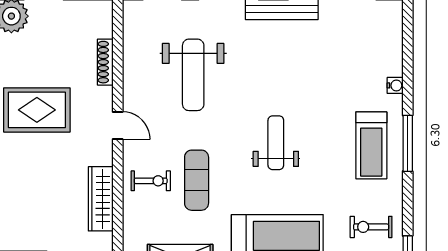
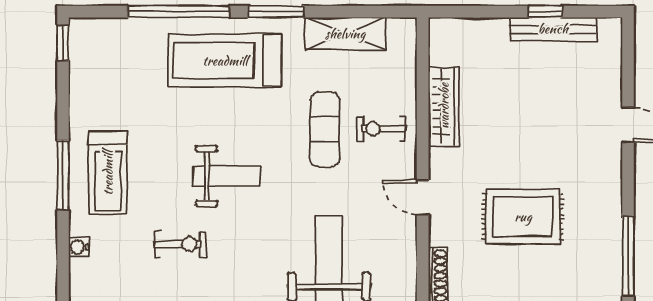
weight bench: (276, 143) -> (226, 176), turned -90
treadmill: (371, 145) -> (108, 173), turned 180
exercise bike: (371, 227) -> (180, 244), moved

